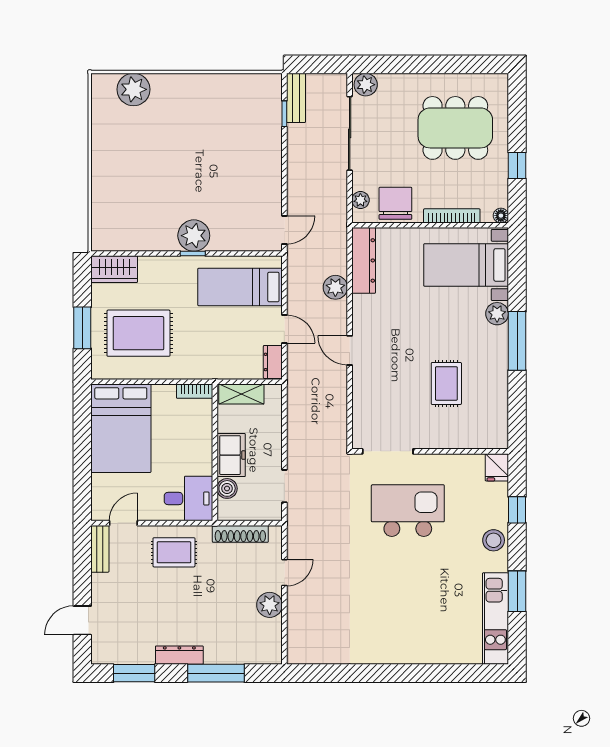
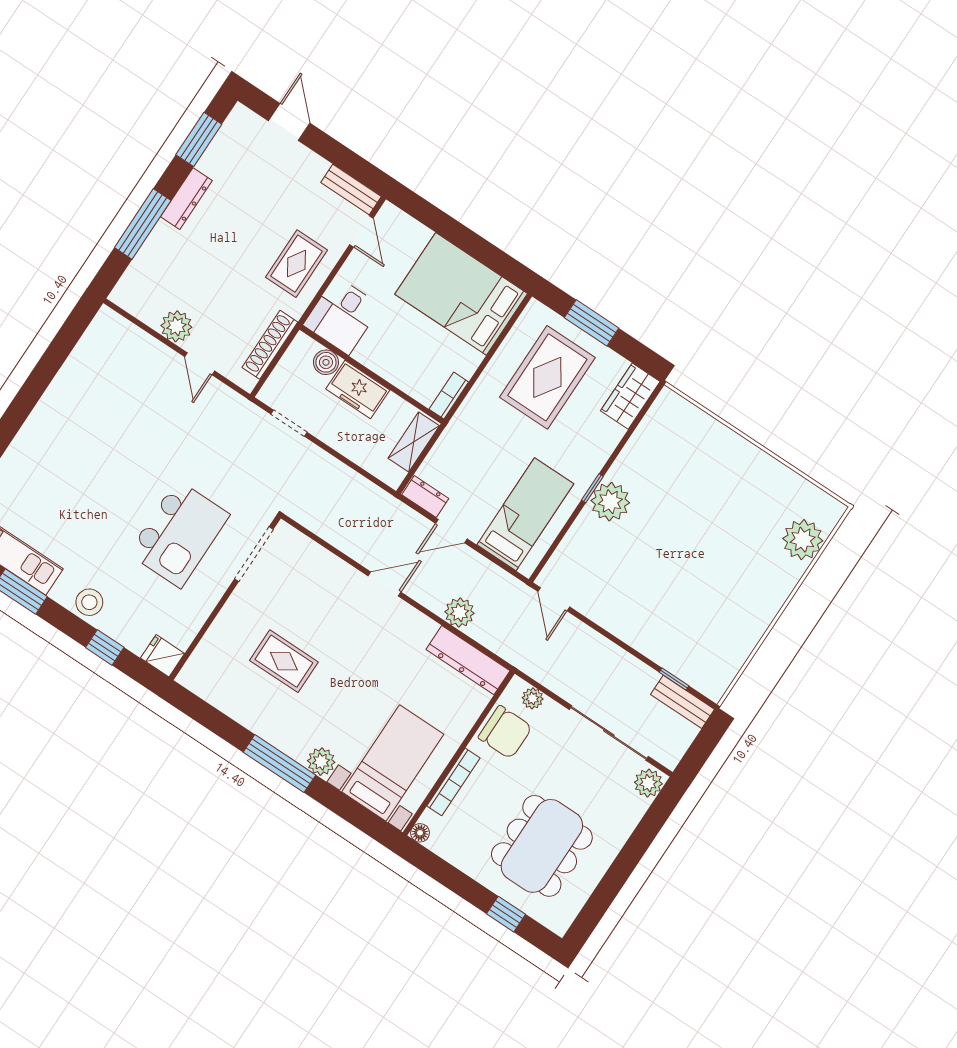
window: (517, 166) -> (506, 914), moved

